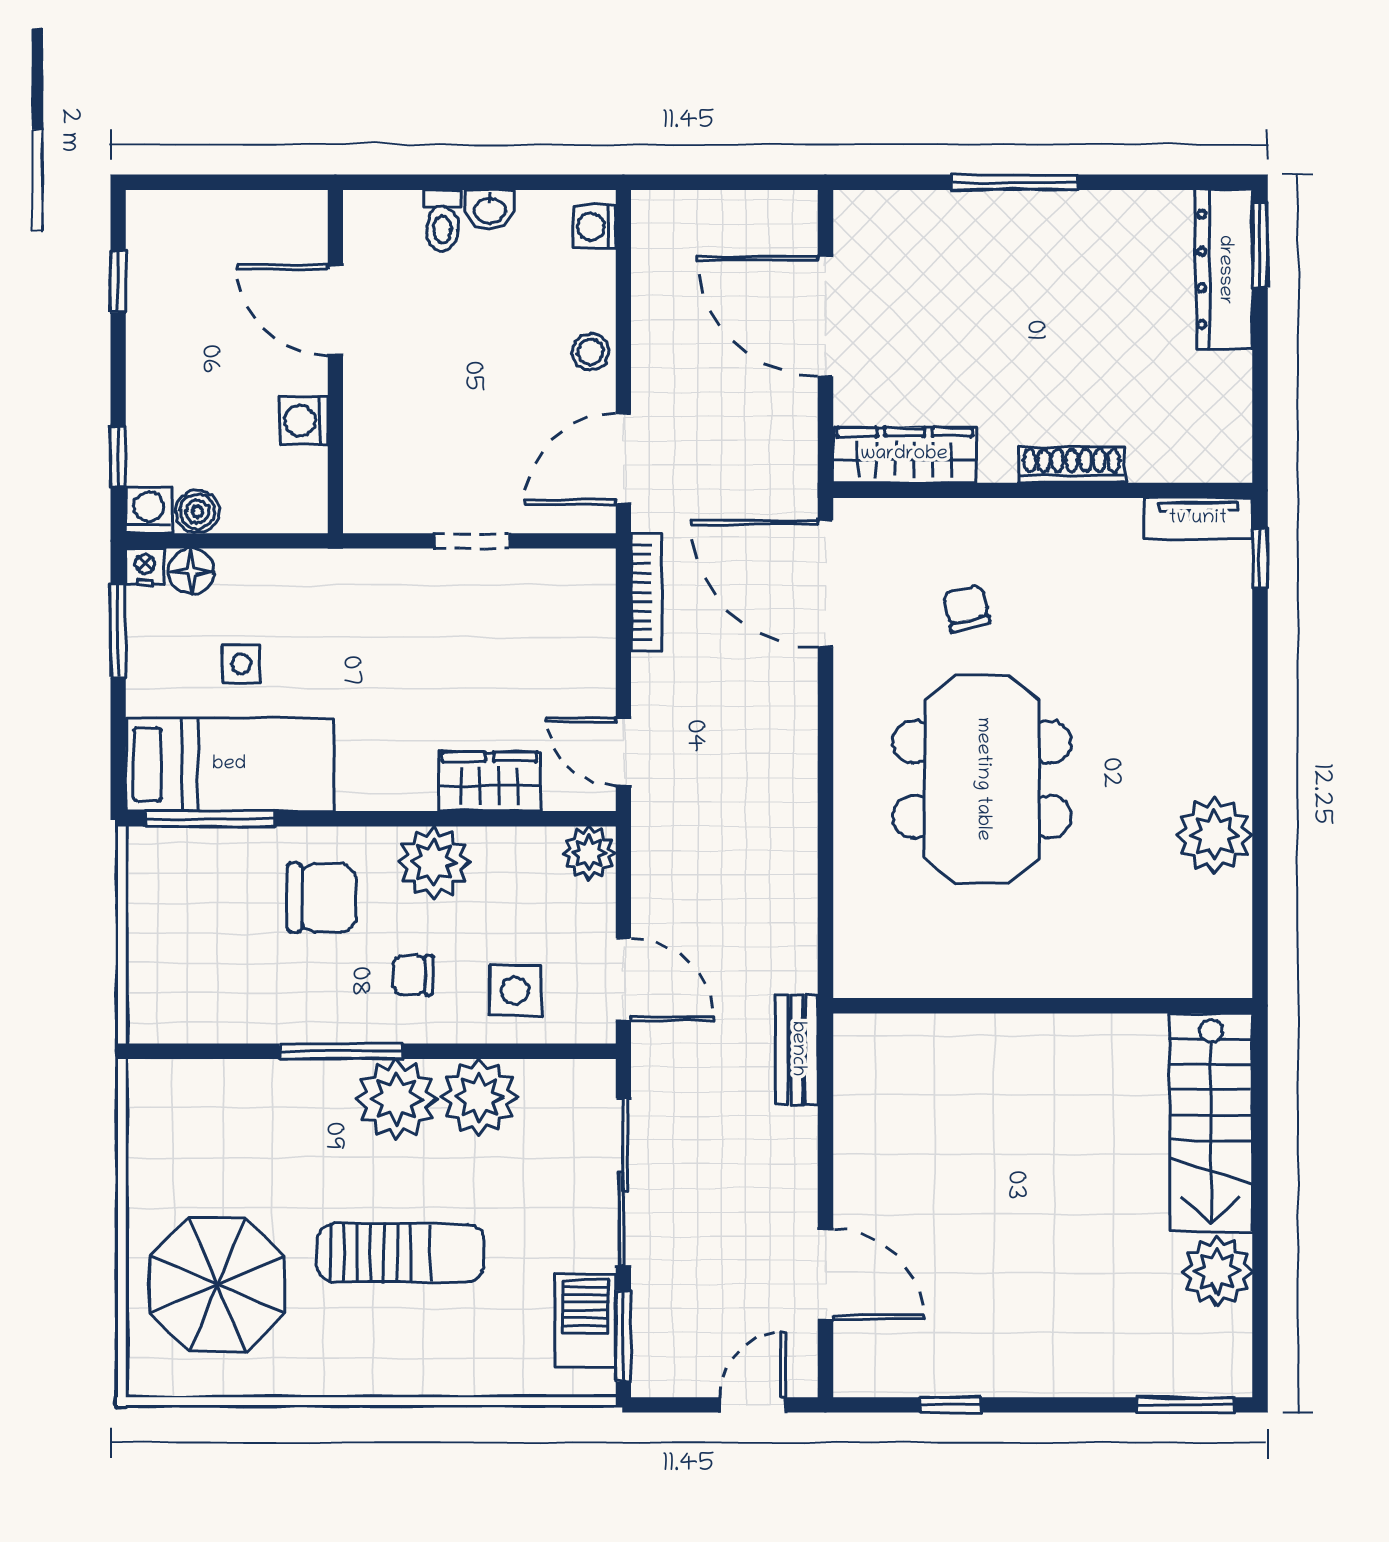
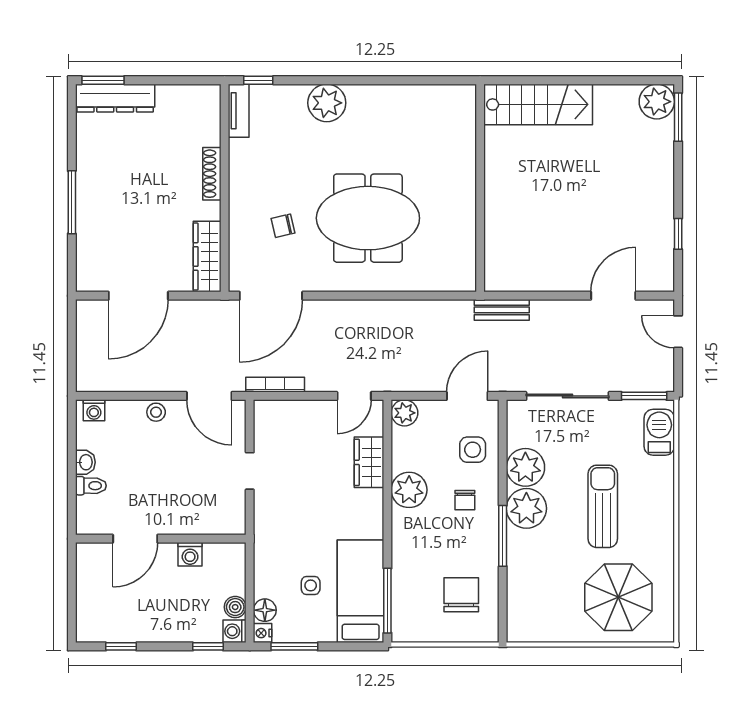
plant: (1214, 835) -> (327, 103), moved
chair: (322, 898) -> (461, 595), moved
plant: (1217, 1271) -> (657, 102), moved
barbecue: (585, 1320) -> (659, 432), moved, turned 90

